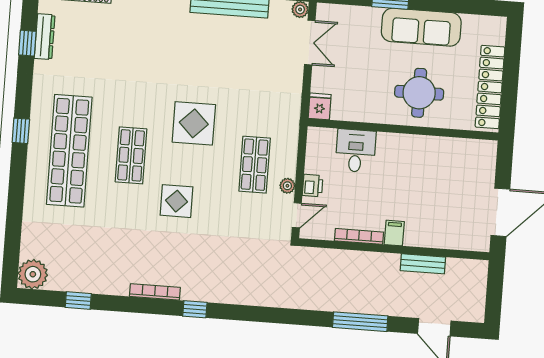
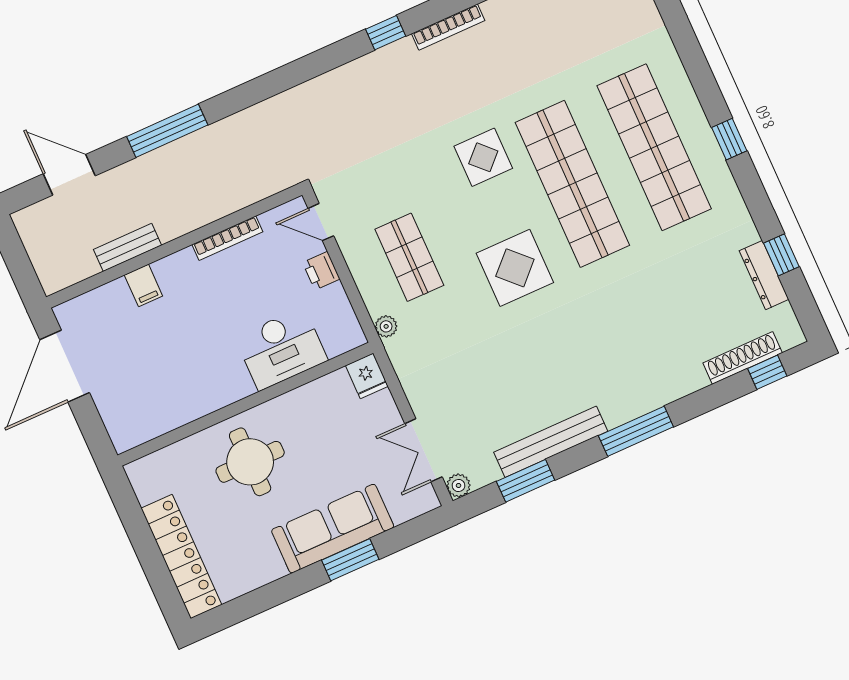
sofa: (421, 27) -> (333, 529), moved
locker: (490, 87) -> (181, 557), moved
desk: (356, 151) -> (281, 349), width x1.37
shop shelf: (131, 155) -> (572, 184), width x2.00, depth x1.36
plant: (287, 186) -> (386, 326), moved
door: (297, 215) -> (321, 222), hinge flipped
filing cabinet: (394, 233) -> (143, 285), moved

